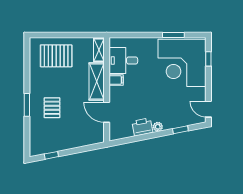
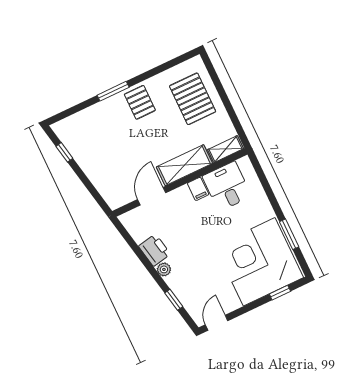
pallet: (52, 108) -> (140, 102), moved, turned 90

